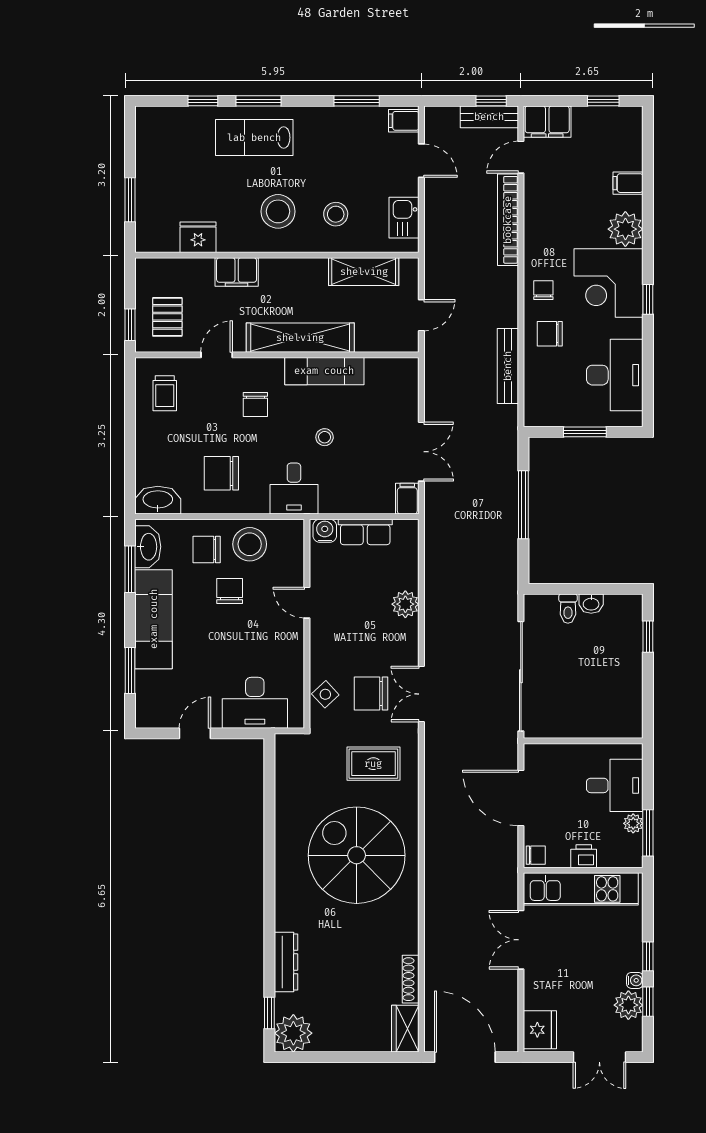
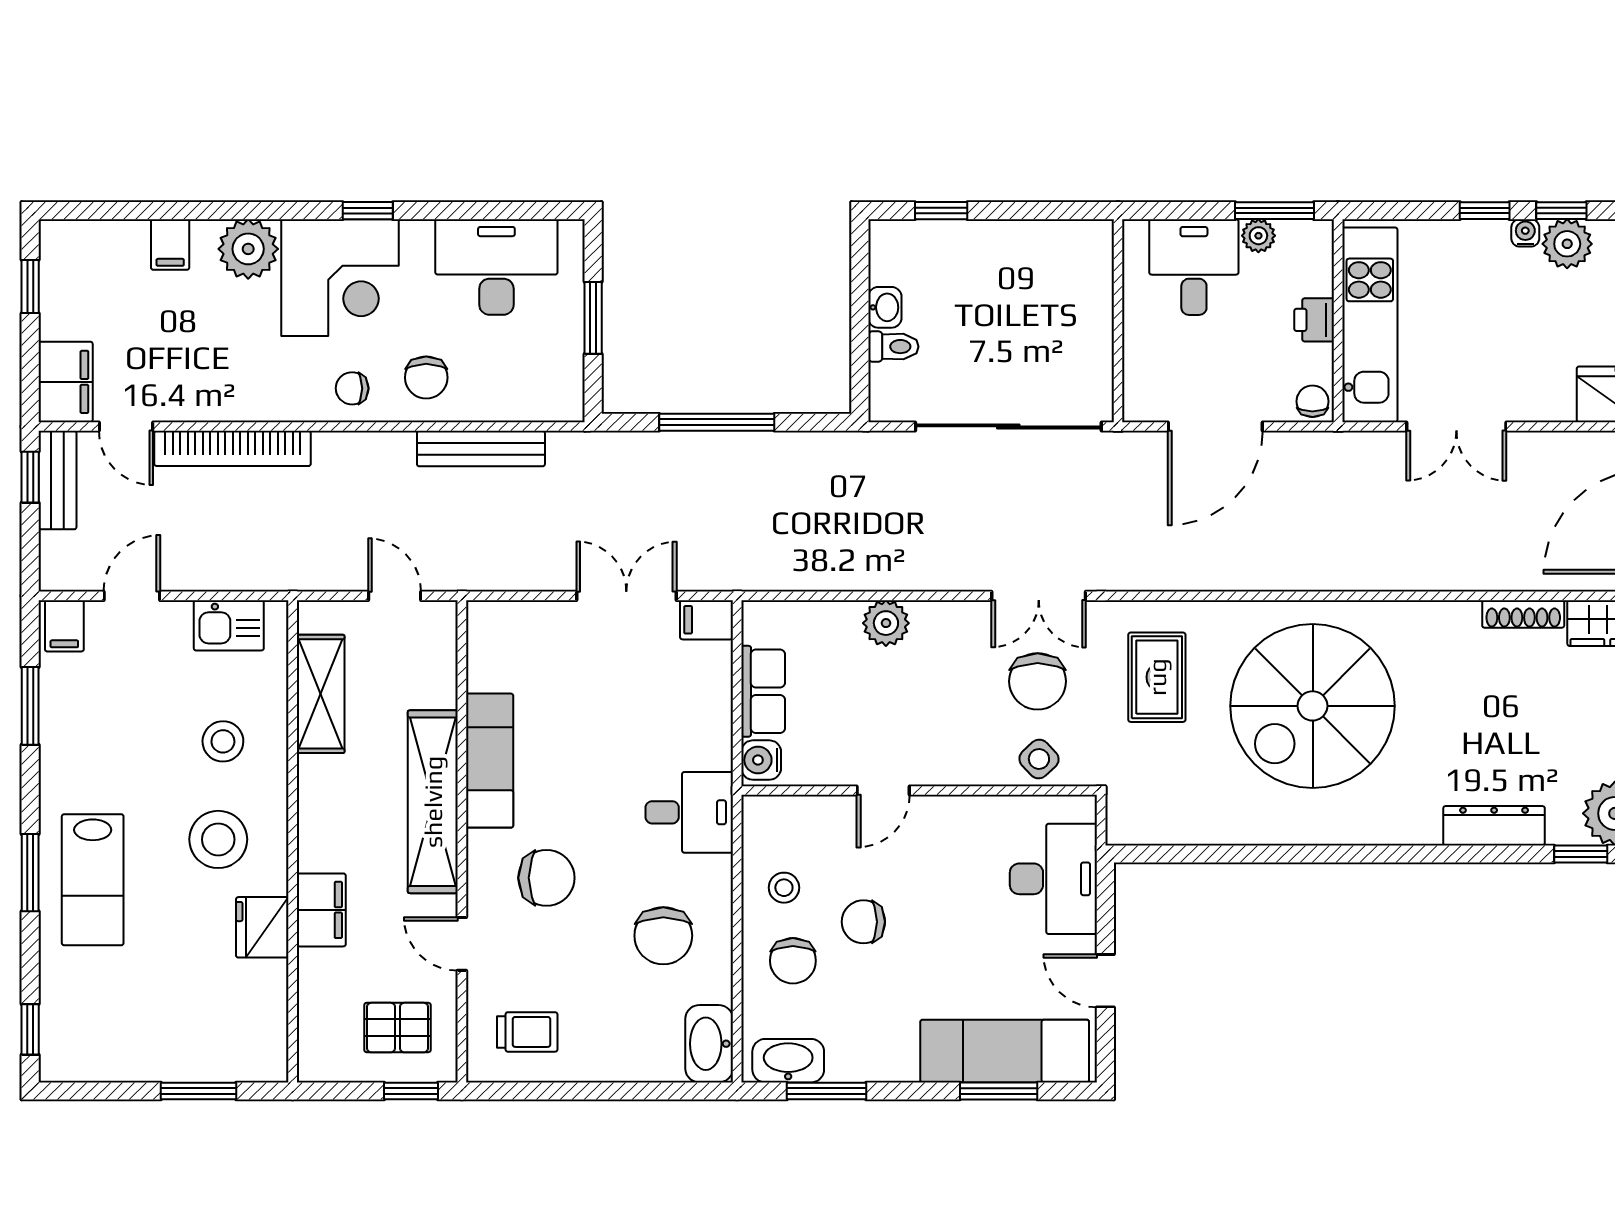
window: (203, 101) -> (30, 1029), moved
fridge: (198, 237) -> (262, 927), moved
chair: (255, 404) -> (546, 878), width x1.37, depth x1.37
stool: (325, 437) -> (602, 760), removed
stool: (250, 544) -> (784, 888), width x0.53, depth x0.53
exam couch: (154, 619) -> (1005, 1051), moved

